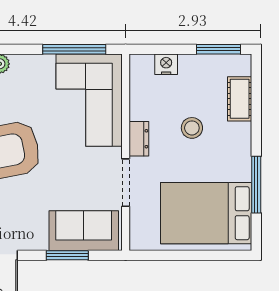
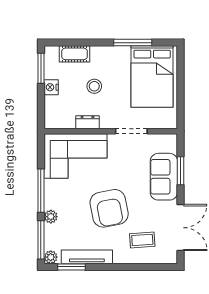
window: (74, 49) -> (41, 191), moved
nightstand: (166, 64) -> (51, 87), moved
dresser: (139, 139) -> (87, 122), moved
sofa: (84, 231) -> (164, 177), moved

